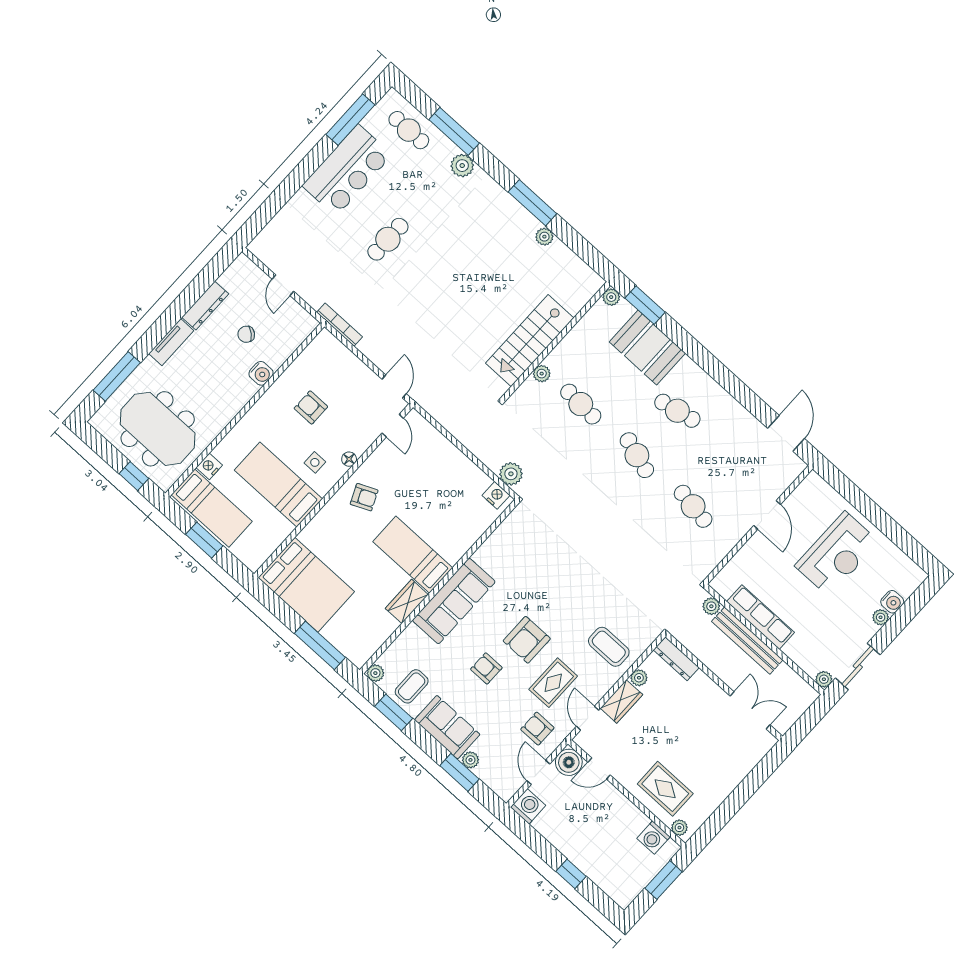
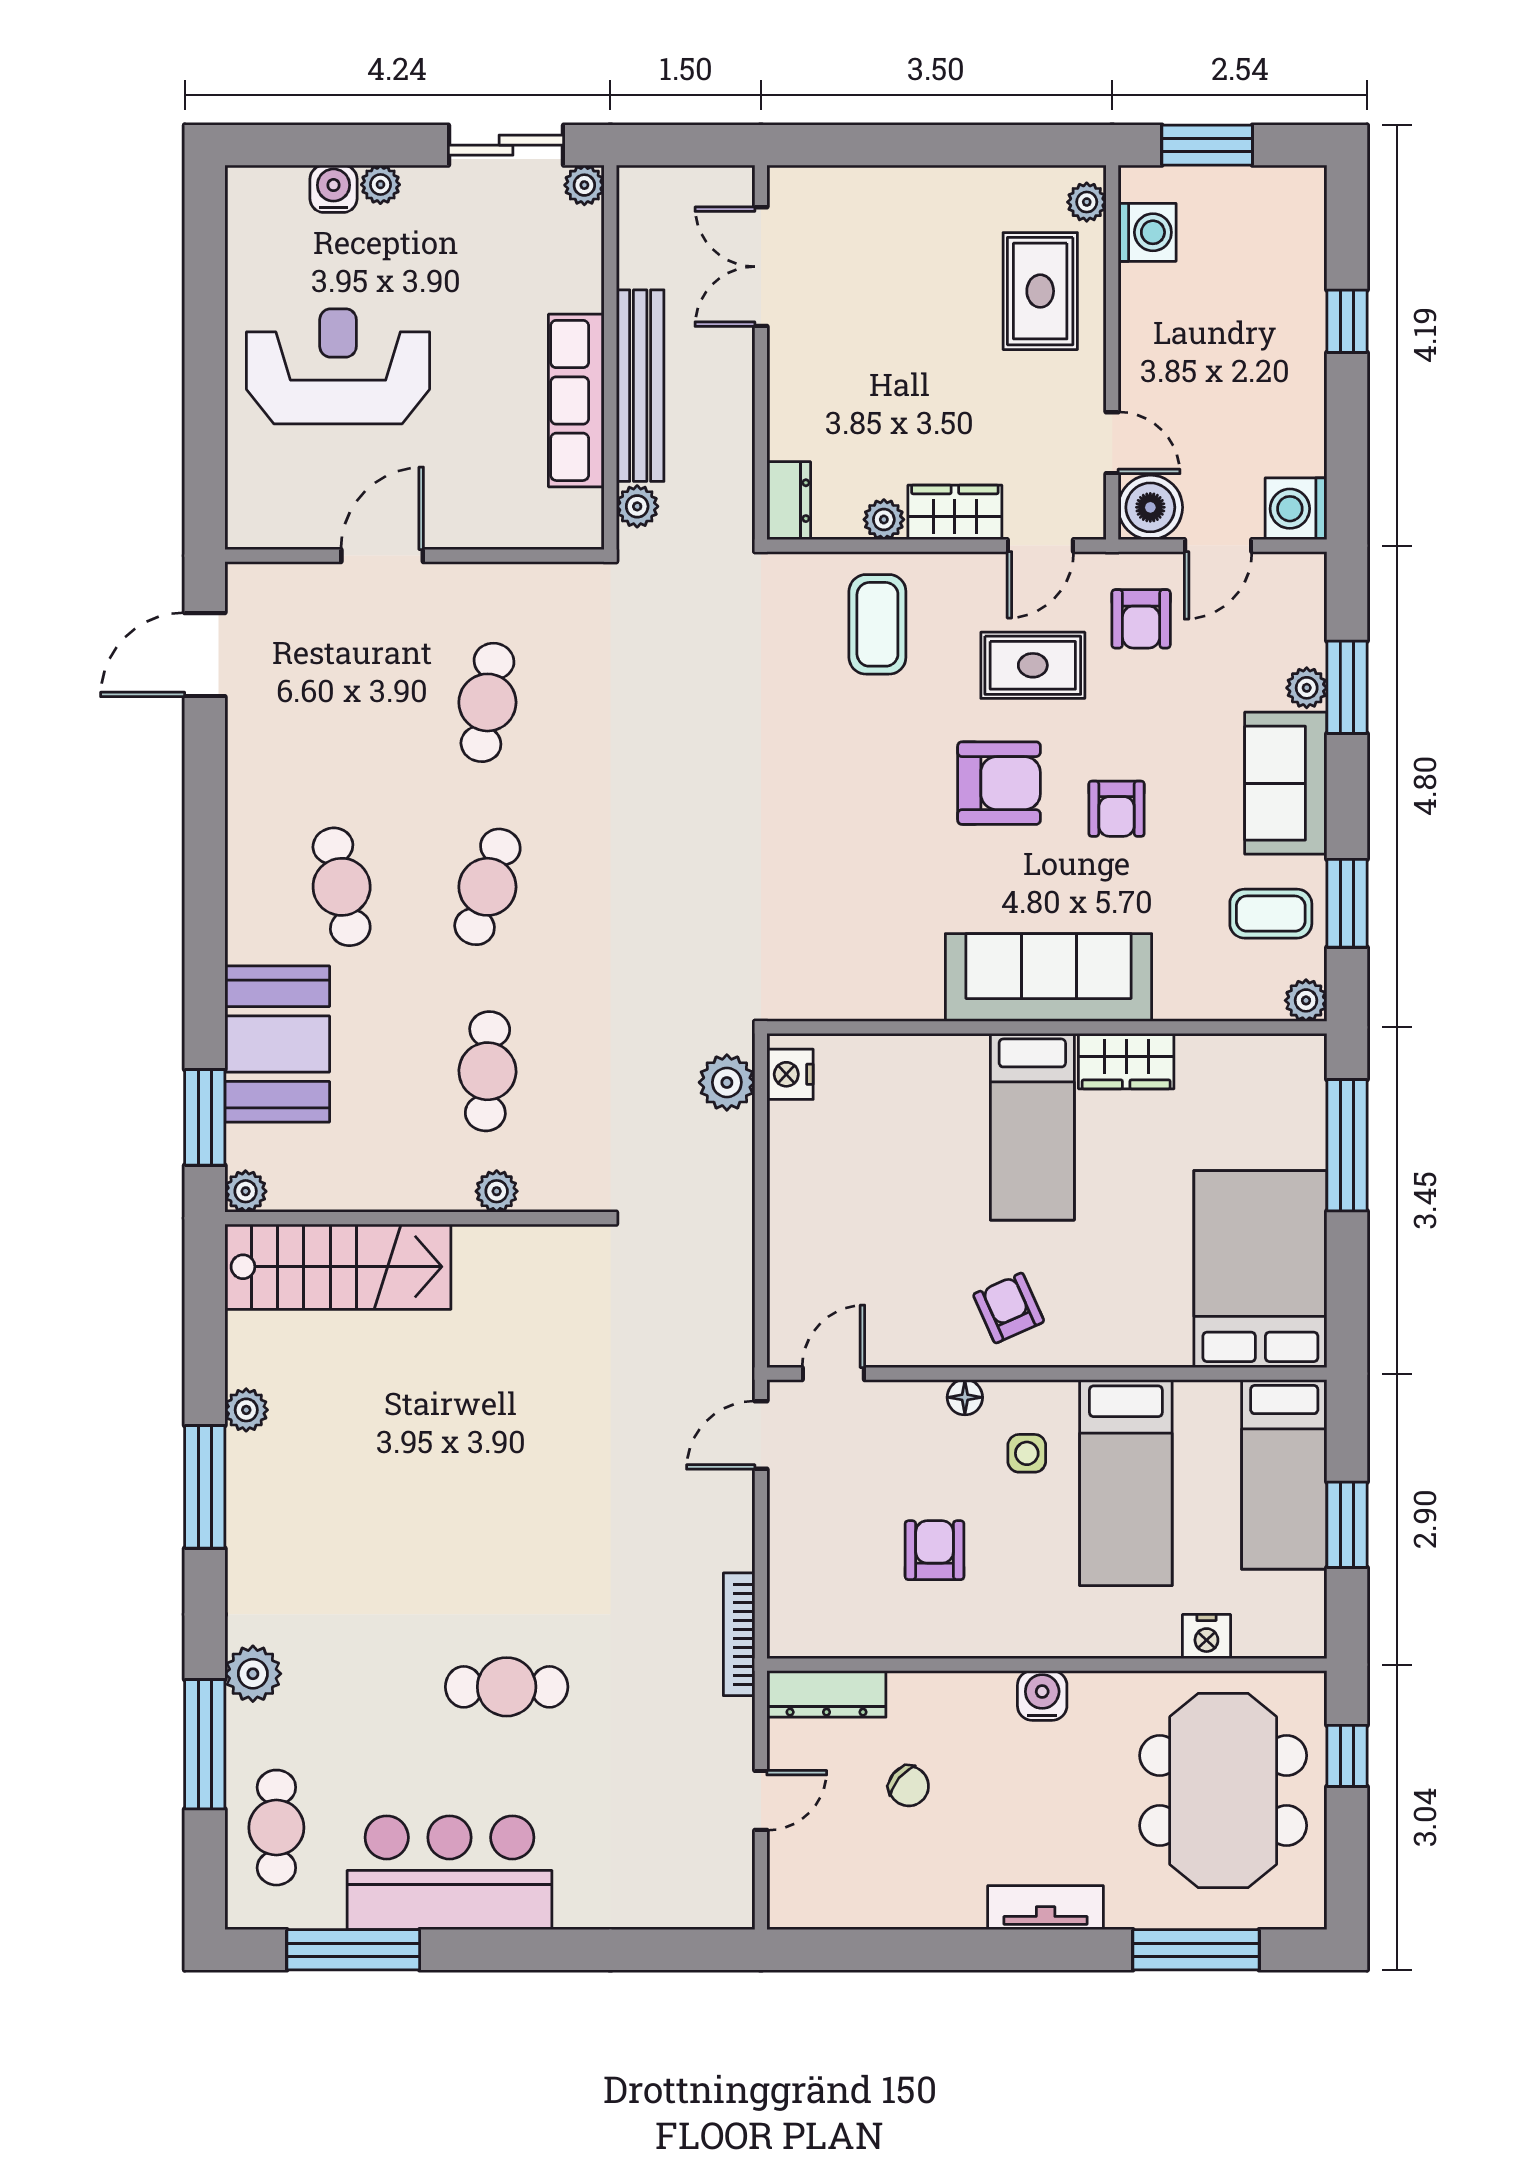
dresser: (205, 306) -> (827, 1694), moved, turned 180
stairs: (530, 341) -> (338, 1267), moved
water cooler: (261, 373) -> (1042, 1695), moved
armchair: (311, 407) -> (935, 1550), turned 180
bed: (212, 508) -> (1284, 1474), moved, turned 180
dresser: (676, 659) -> (789, 501), width x0.70

